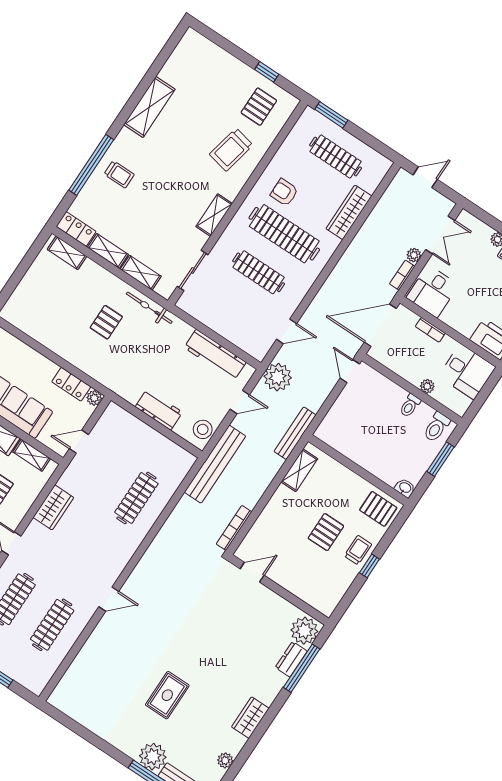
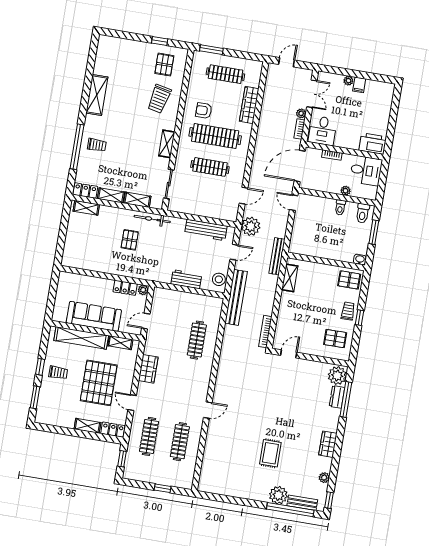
pallet: (326, 532) -> (335, 339), moved, turned 90

